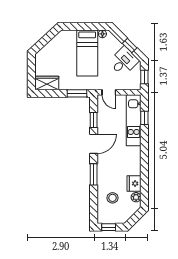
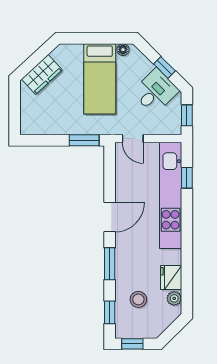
wardrobe: (47, 83) -> (42, 74), moved, turned 137
window: (94, 120) -> (110, 312), moved
kitchen unit: (134, 120) -> (171, 195), width x1.36

